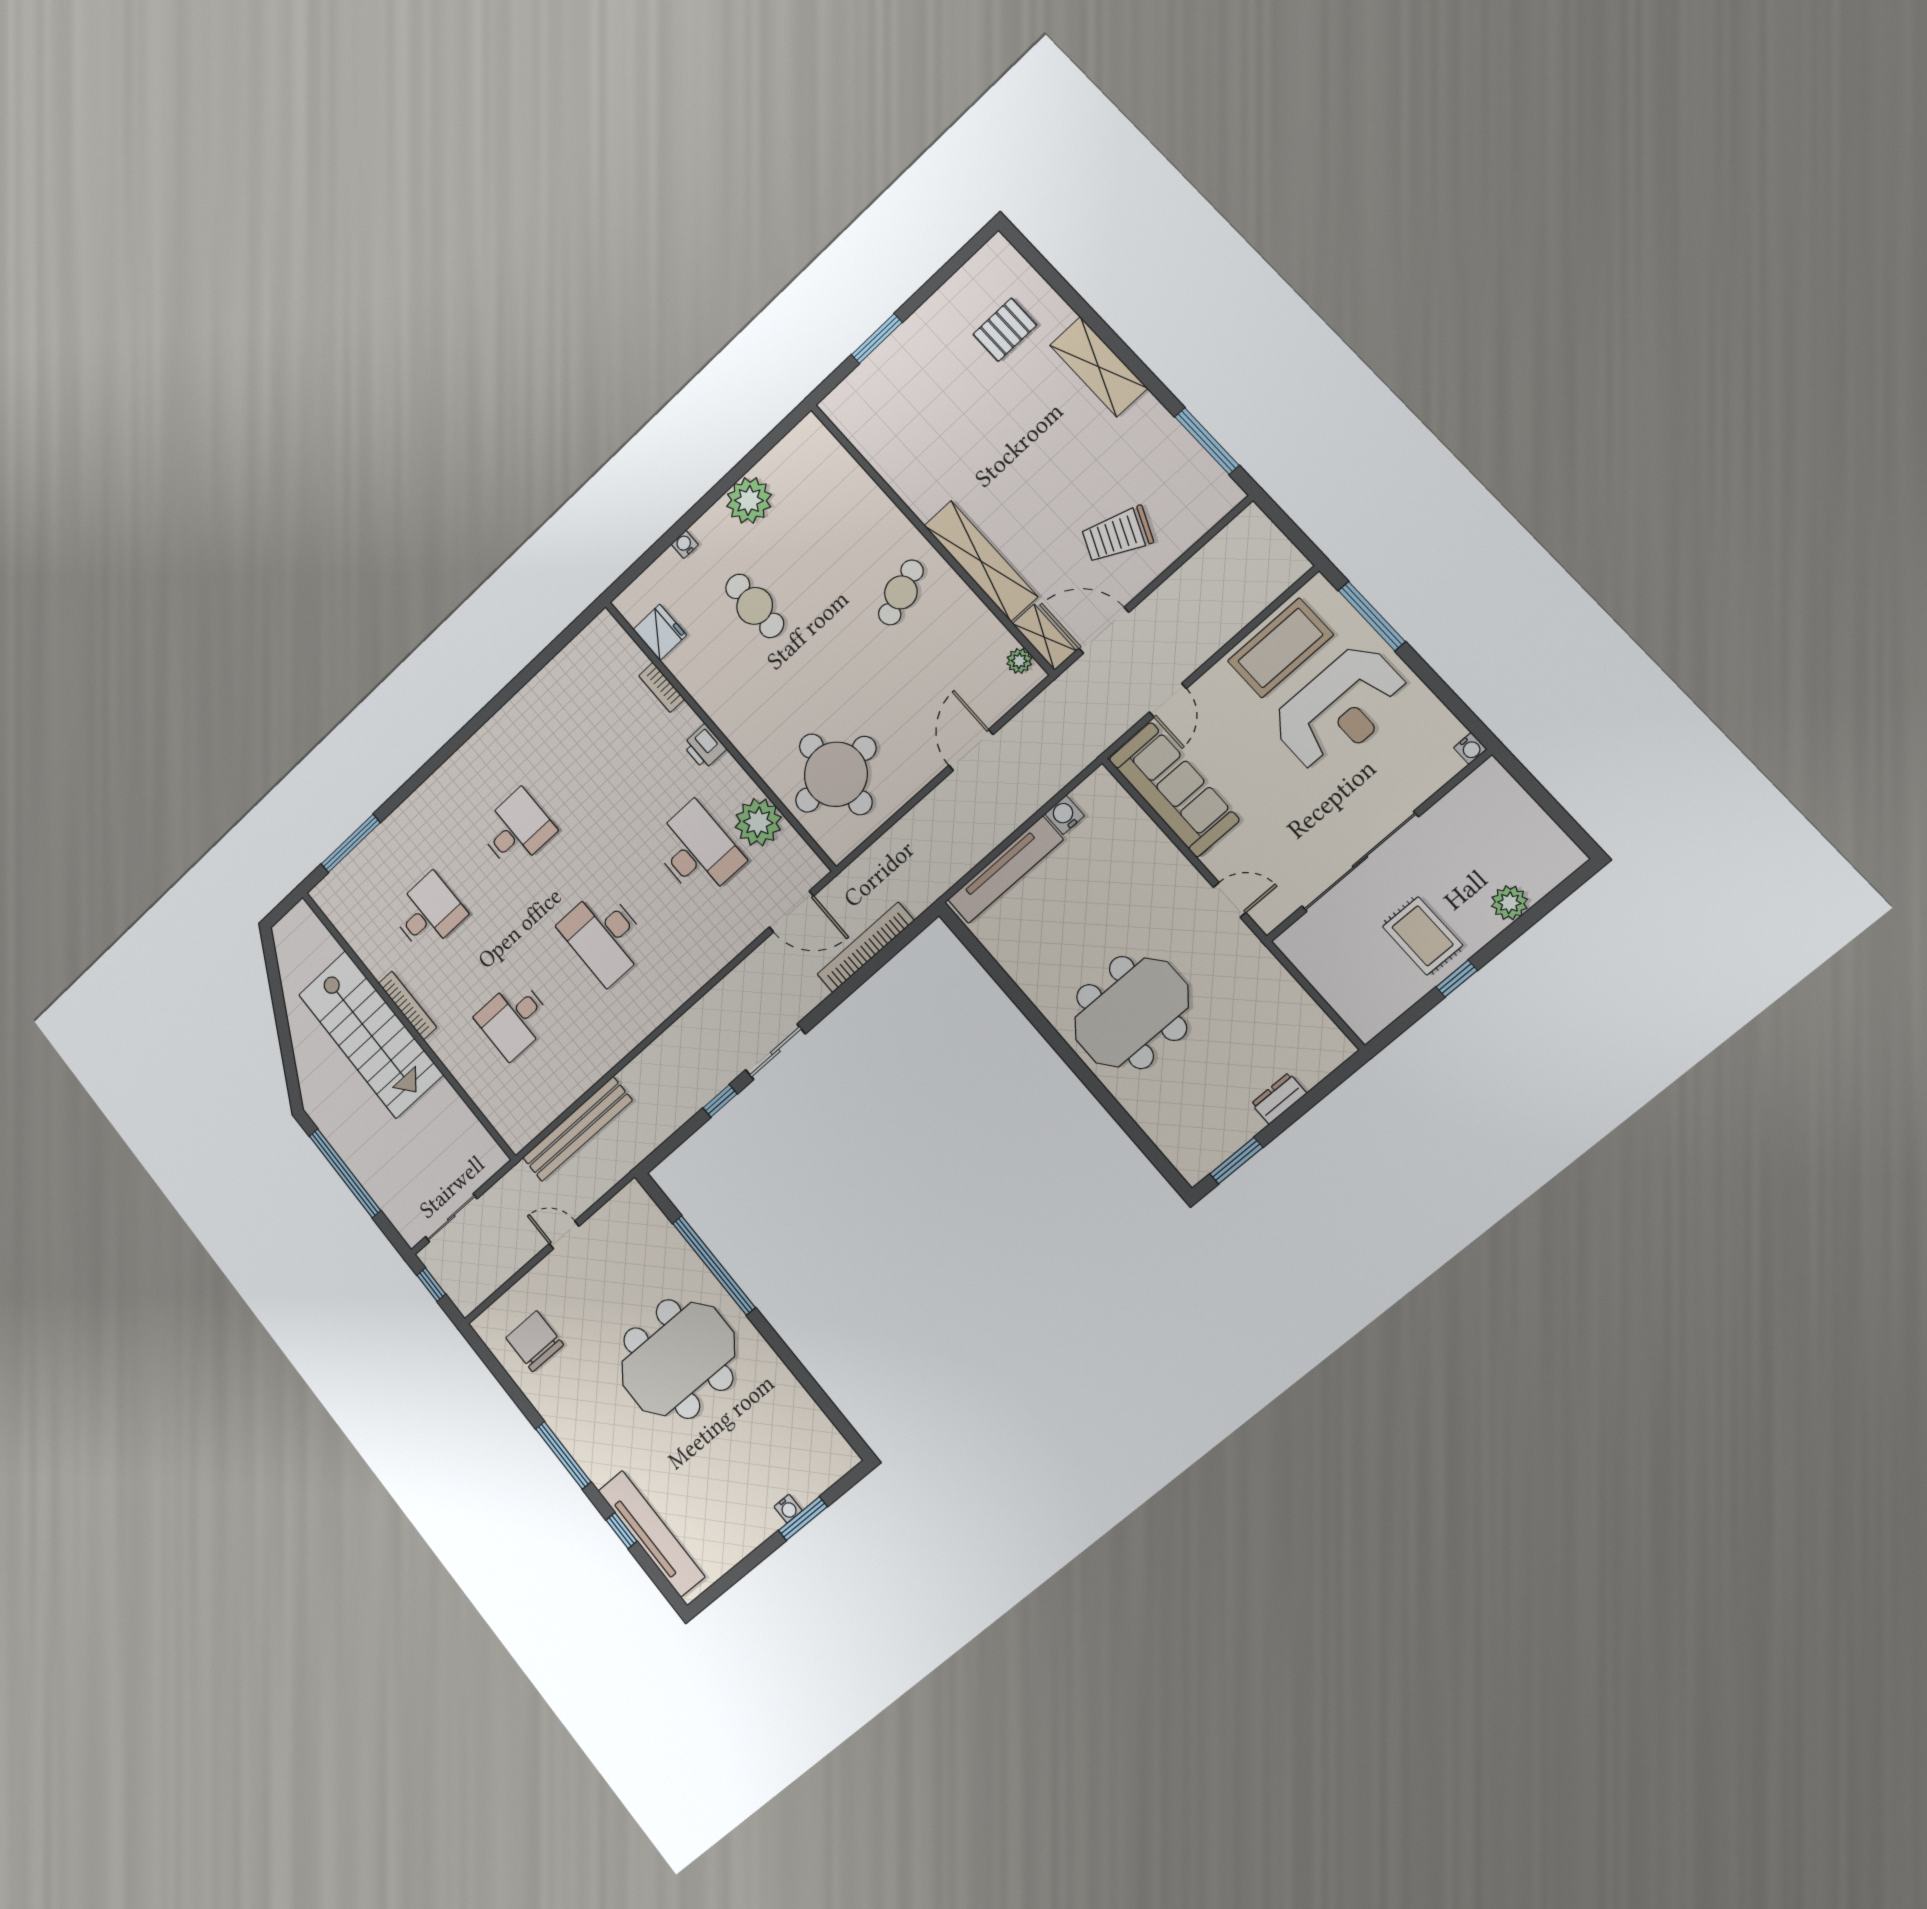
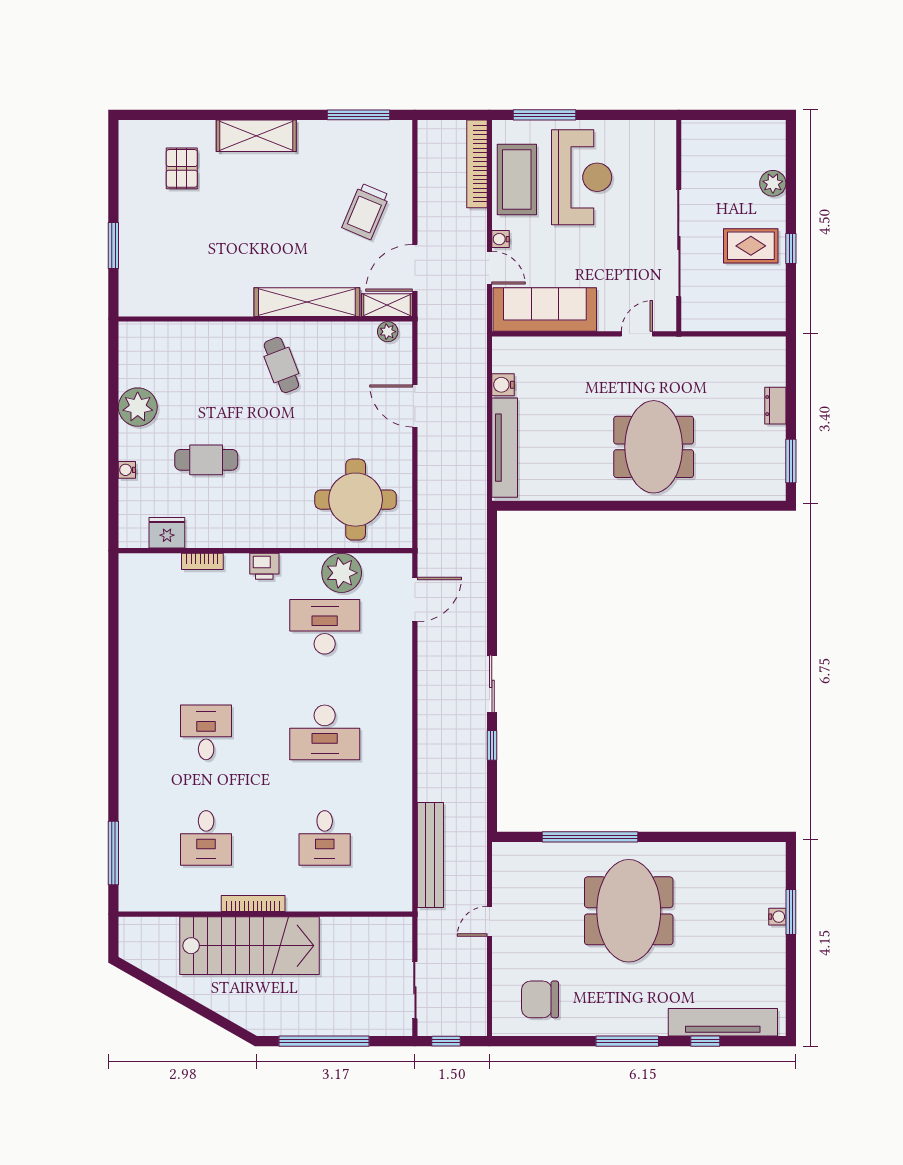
water cooler: (1470, 748) -> (501, 239), moved, turned 180
desk: (428, 913) -> (206, 838), turned 180
bookcase: (865, 947) -> (477, 164), moved

